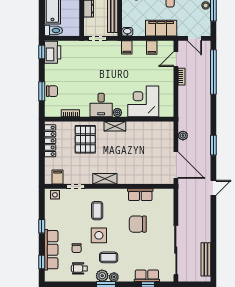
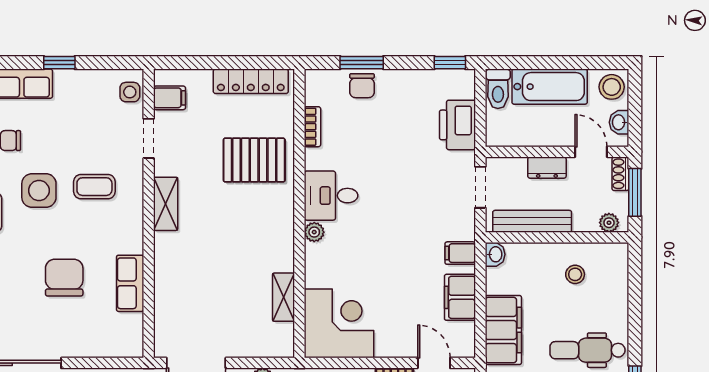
filing cabinet: (152, 47) -> (460, 297), width x2.00
printer: (53, 52) -> (457, 125), moved, turned 90
corner desk: (143, 101) -> (339, 323), moved
shelving: (115, 126) -> (283, 297), moved

